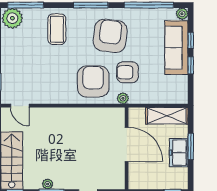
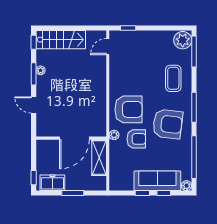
coffee table: (57, 29) -> (173, 78), turned 90
armchair: (128, 72) -> (136, 139), turned 90
shelving: (167, 116) -> (99, 158), moved
freezer: (179, 153) -> (52, 183), moved

